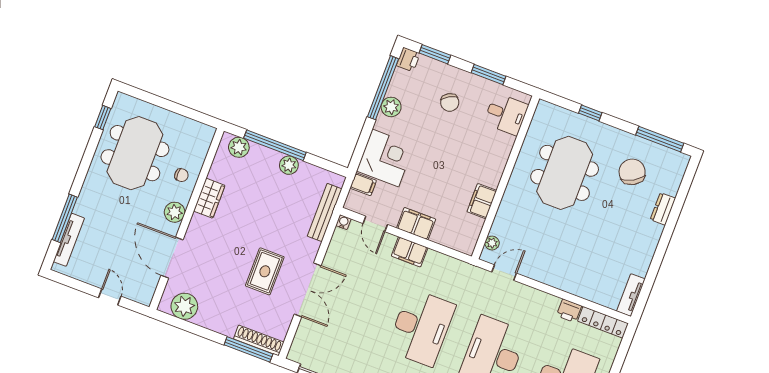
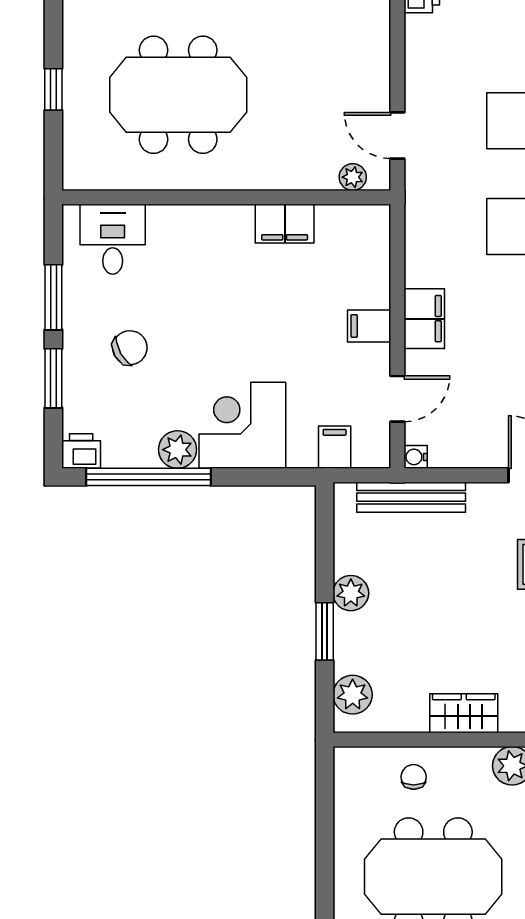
window: (435, 54) -> (53, 378), moved
window: (275, 145) -> (325, 631), width x0.47
corner desk: (385, 158) -> (242, 425), moved
chair: (181, 175) -> (414, 777), moved
filing cabinet: (416, 224) -> (369, 326), width x0.50

